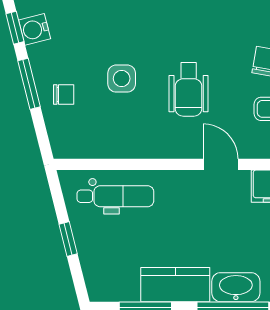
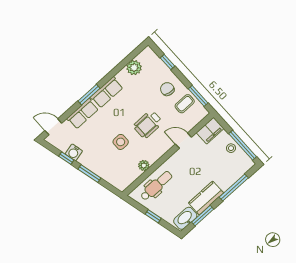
wheelchair: (189, 89) -> (148, 124), turned 90
chair: (64, 95) -> (105, 166), removed
plant: (125, 147) -> (144, 165), added
washbasin: (236, 287) -> (185, 218), moved

